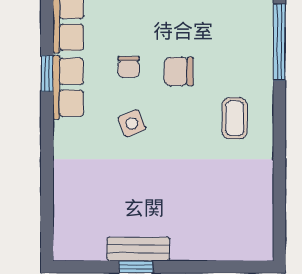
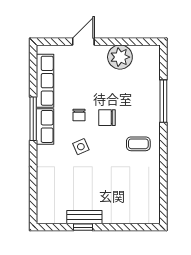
window: (47, 73) -> (33, 119), width x2.17
coffee table: (235, 118) -> (138, 144), turned 90

